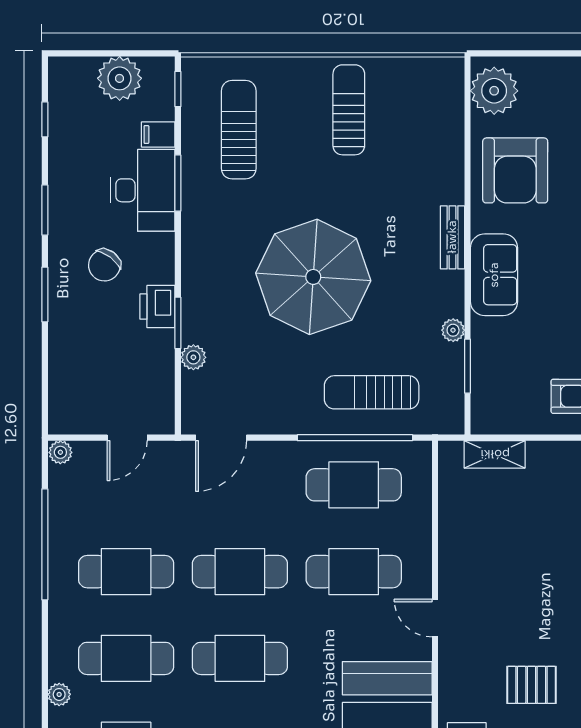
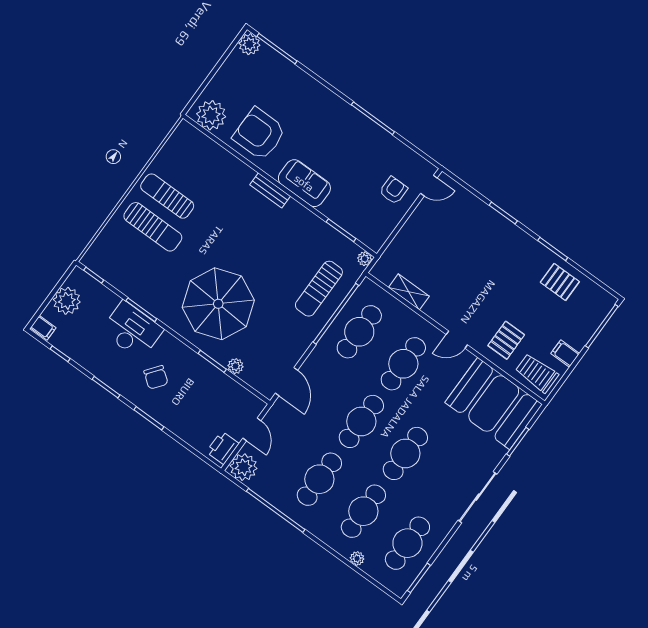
sun lounger: (239, 130) -> (153, 227), moved, turned 180
filing cabinet: (158, 134) -> (43, 328), moved, turned -90
armchair: (515, 170) -> (259, 134), turned 180
parasol: (313, 277) -> (218, 304), moved
printer: (157, 307) -> (223, 448), moved, turned 90
plant: (453, 330) -> (365, 259), moved
plant: (60, 452) -> (244, 467), width x1.88, depth x1.88
shelving: (495, 454) -> (409, 292), moved, turned 90
pallet: (531, 685) -> (506, 340), moved

